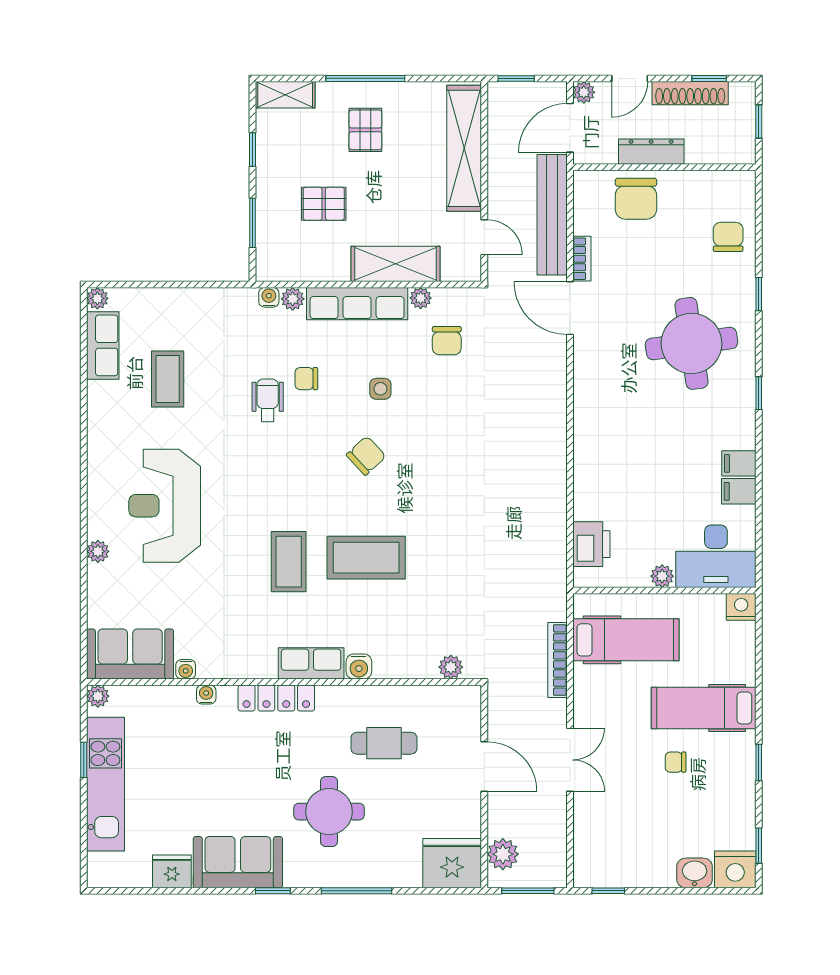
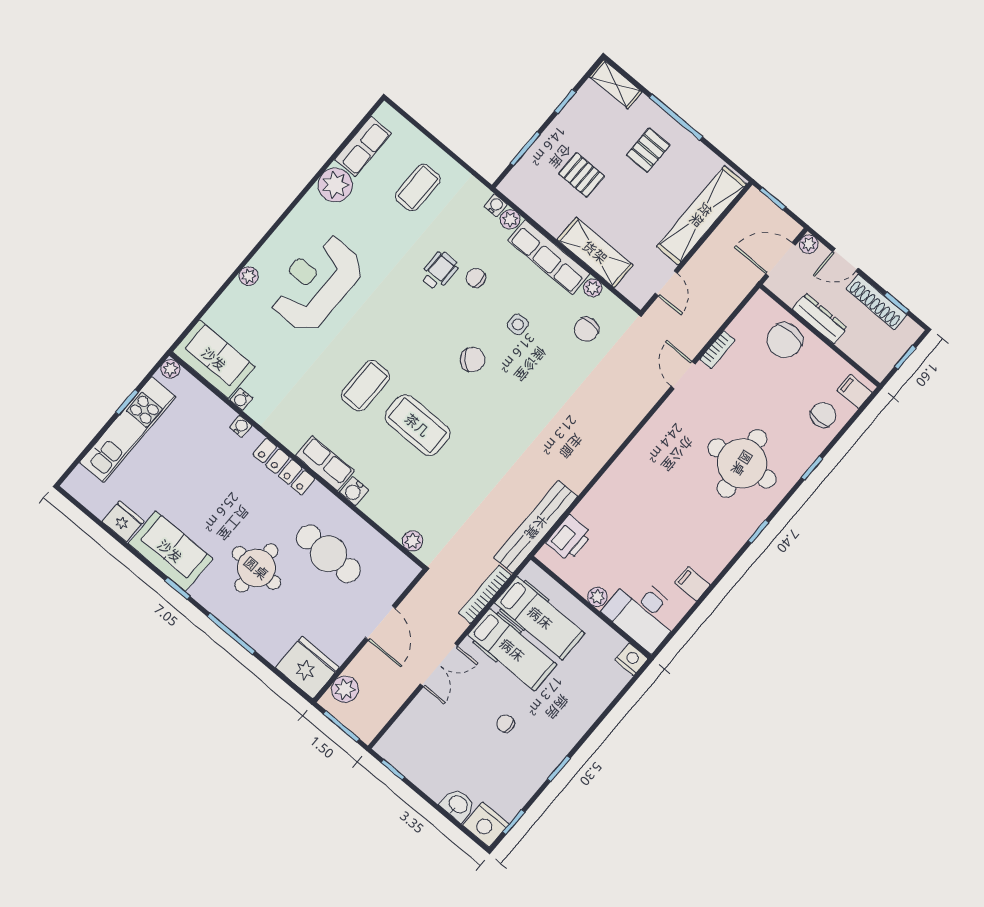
bench: (552, 215) -> (536, 527), moved
plant: (97, 298) -> (335, 185), moved, width x1.88, depth x1.88
door: (570, 308) -> (683, 375), width x0.73
coffee table: (168, 379) -> (418, 187), moved
filing cabinet: (739, 463) -> (855, 391), moved
hospital bed: (704, 708) -> (512, 650), moved, turned 180
cafe table: (384, 743) -> (329, 554), width x1.37, depth x1.35

